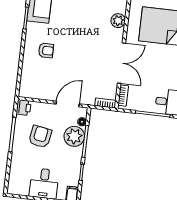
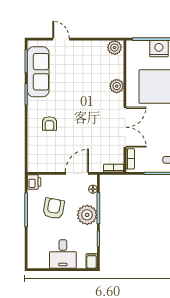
armchair: (46, 50) -> (49, 124), turned 90
plant: (74, 136) -> (87, 215), moved

